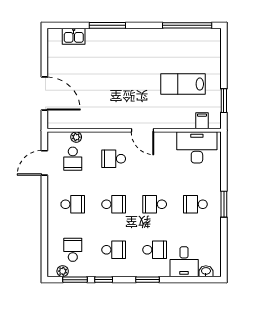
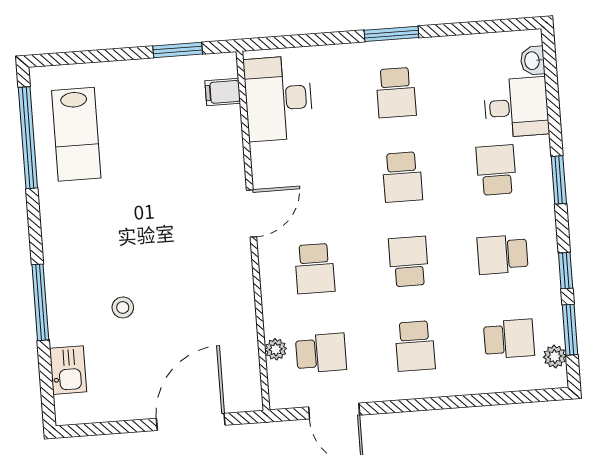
stool: (102, 65) -> (123, 307), added
lab bench: (183, 84) -> (76, 134), moved
school desk: (73, 204) -> (415, 346), turned 180
school desk: (73, 250) -> (509, 339), turned 180
school desk: (114, 250) -> (503, 254), turned -90

